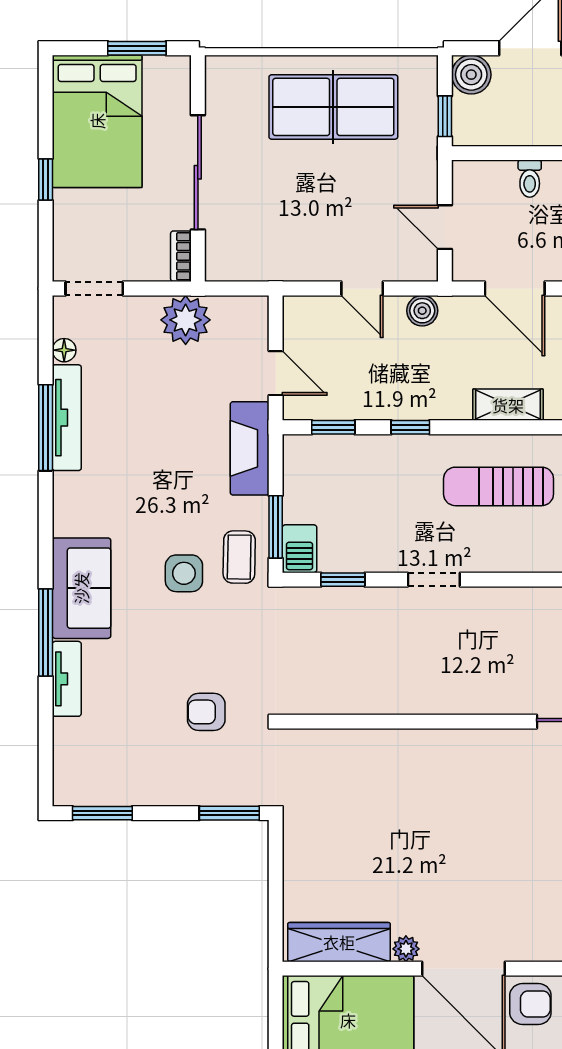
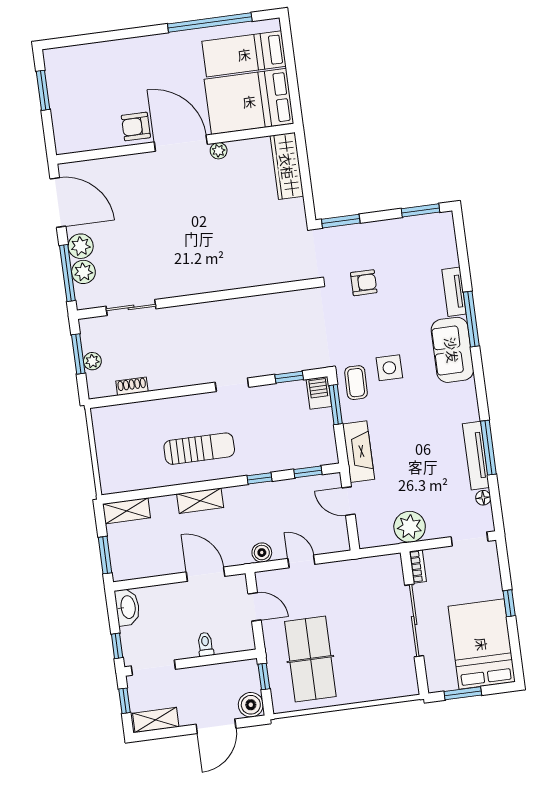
table tennis table: (333, 107) -> (310, 659), moved, turned 90
wardrobe: (339, 942) -> (287, 166), moved, turned 90

